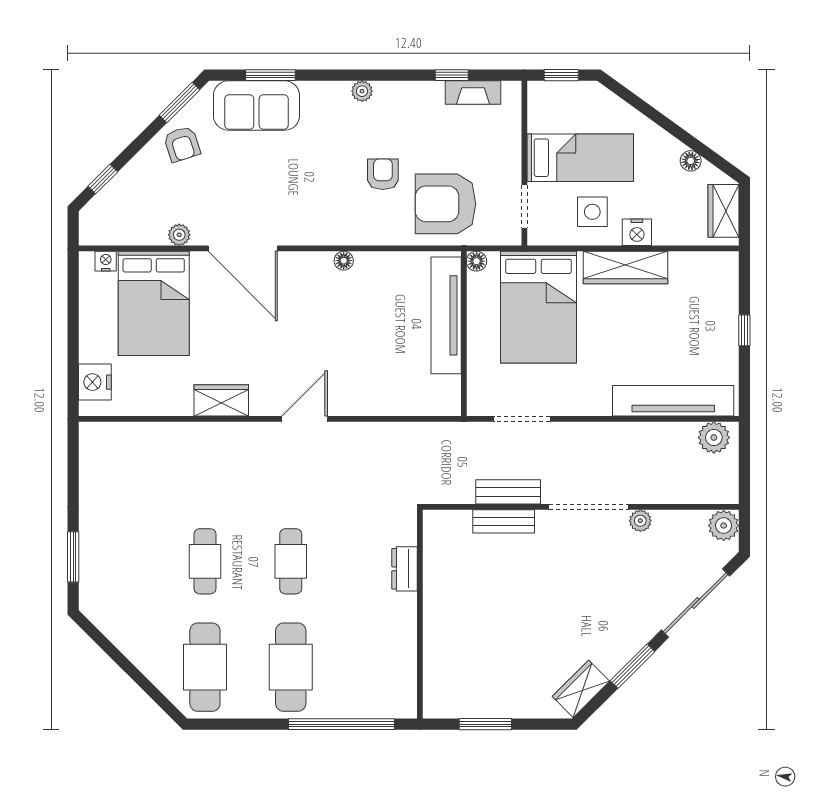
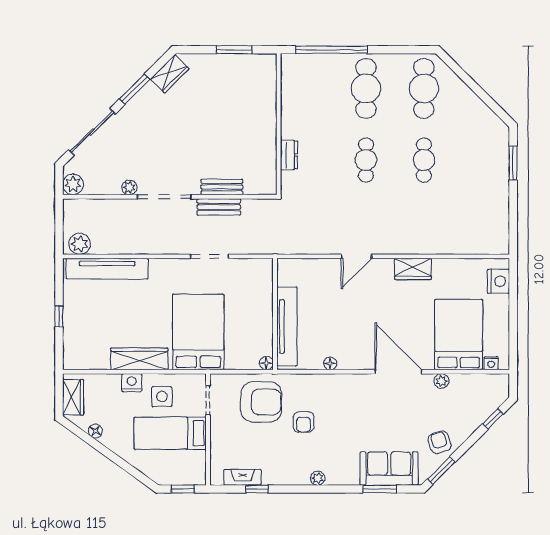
floor lamp: (477, 261) -> (266, 363), moved
tv unit: (446, 315) -> (287, 326), moved
wall: (464, 334) -> (275, 314), moved

